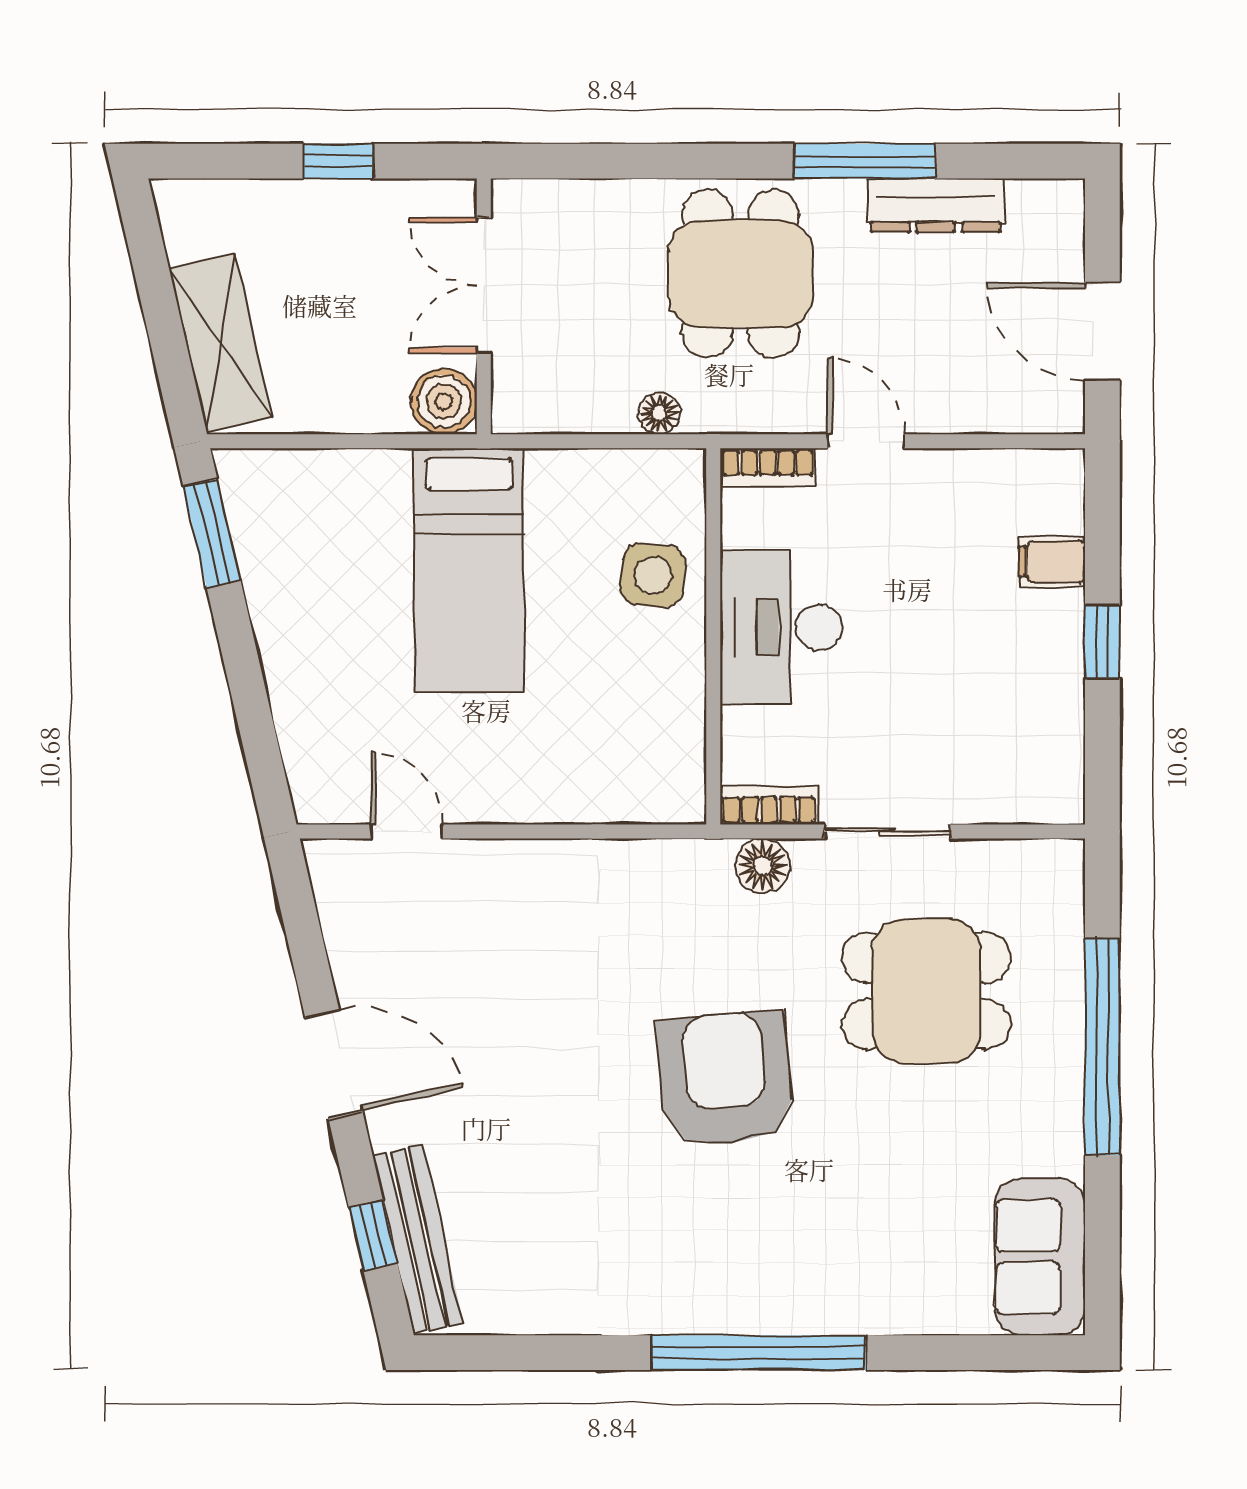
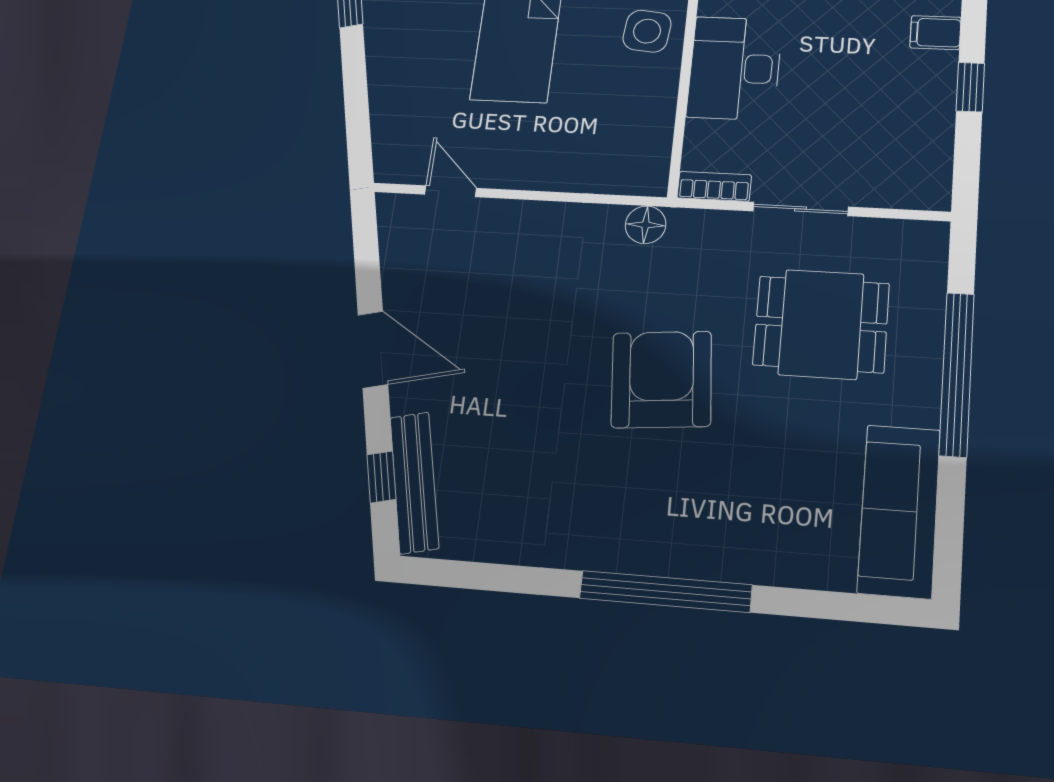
floor lamp: (763, 866) -> (646, 225), moved
sofa: (1040, 1257) -> (899, 511), width x1.36

